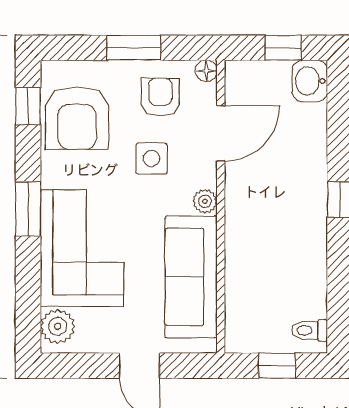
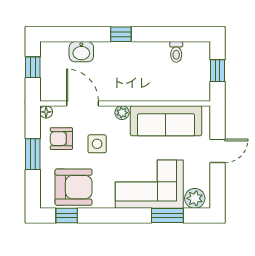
washbasin: (310, 81) -> (81, 52), moved
window: (28, 209) -> (167, 216), moved
toilet: (310, 330) -> (176, 52), moved

